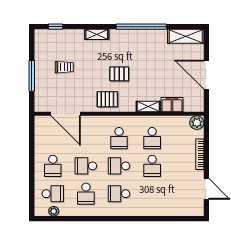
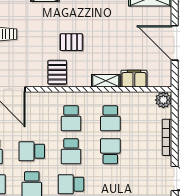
pallet: (107, 99) -> (57, 72), turned 90
school desk: (119, 166) -> (71, 151), turned -90
school desk: (152, 166) -> (110, 151), turned 180

